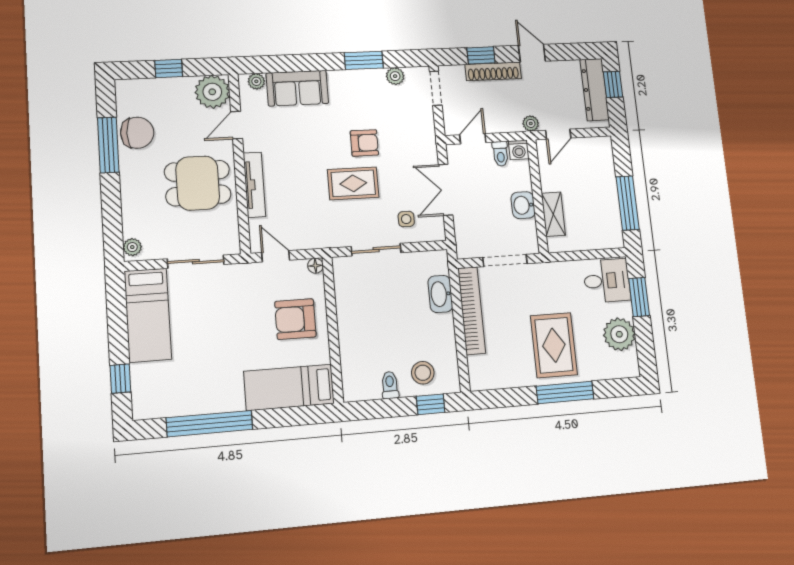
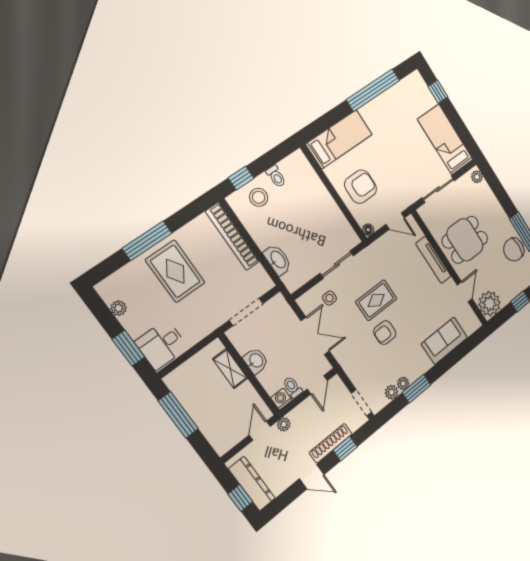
plant: (256, 81) -> (403, 383), moved
bookcase: (472, 311) -> (233, 237), moved
plant: (619, 334) -> (119, 308), width x0.53, depth x0.53

